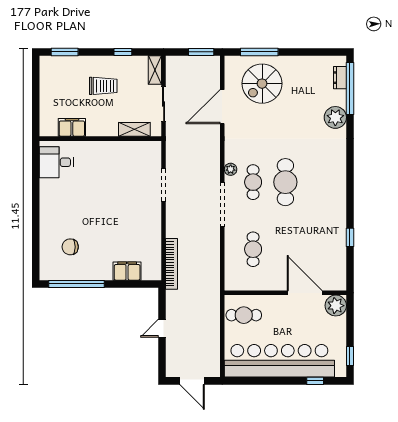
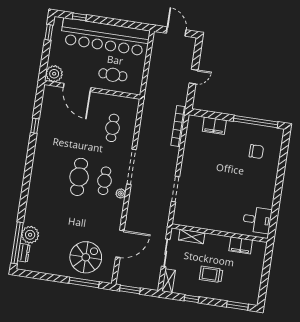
plant: (335, 117) -> (30, 235), moved
cafe table: (244, 315) -> (113, 75), moved

